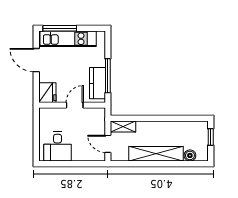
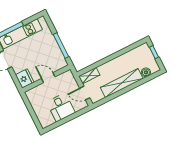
kitchen counter: (97, 83) -> (56, 54), removed
door: (75, 105) -> (48, 78), hinge flipped
desk: (58, 147) -> (61, 107), moved

